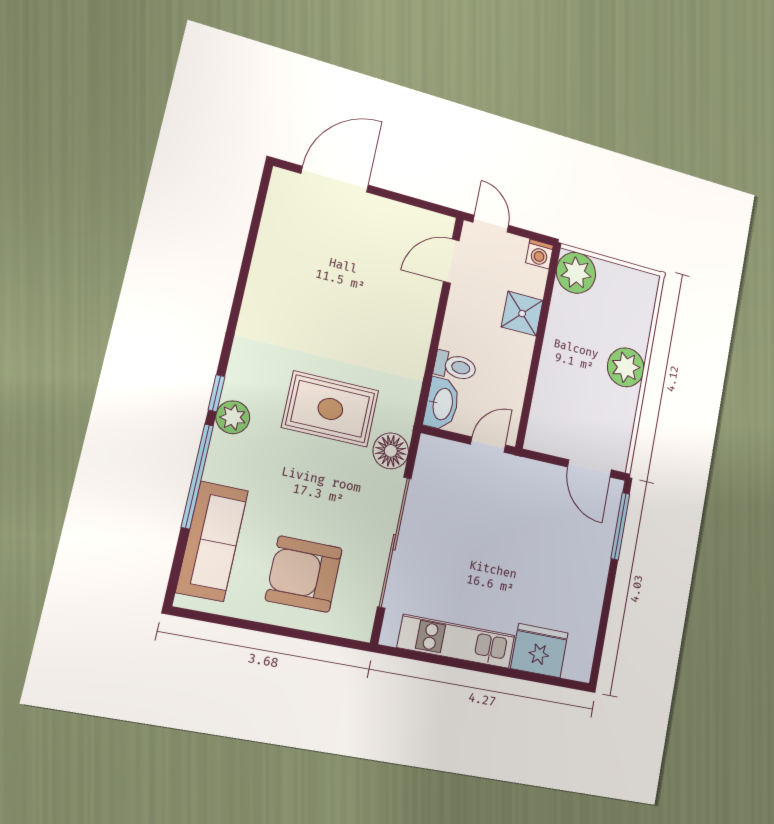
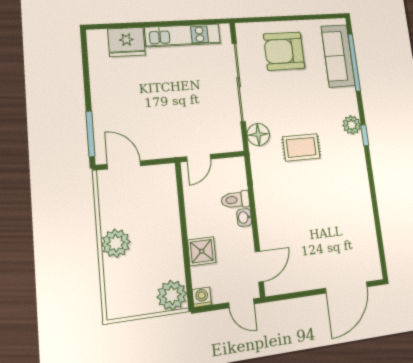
washbasin: (442, 404) -> (244, 217), moved, width x0.52, depth x0.69
rug: (330, 409) -> (301, 147), width x0.73, depth x0.70
window: (197, 476) -> (354, 62), moved
armchair: (304, 574) -> (284, 51), turned 180

